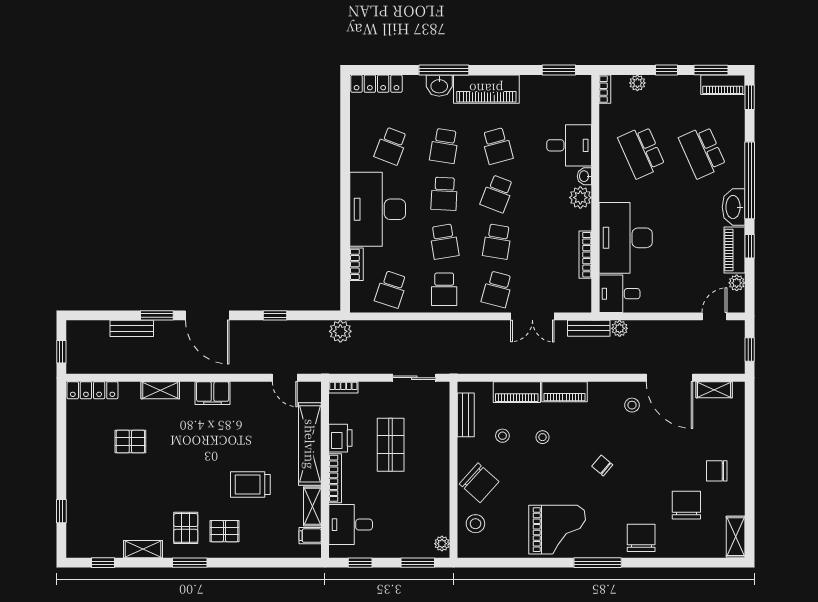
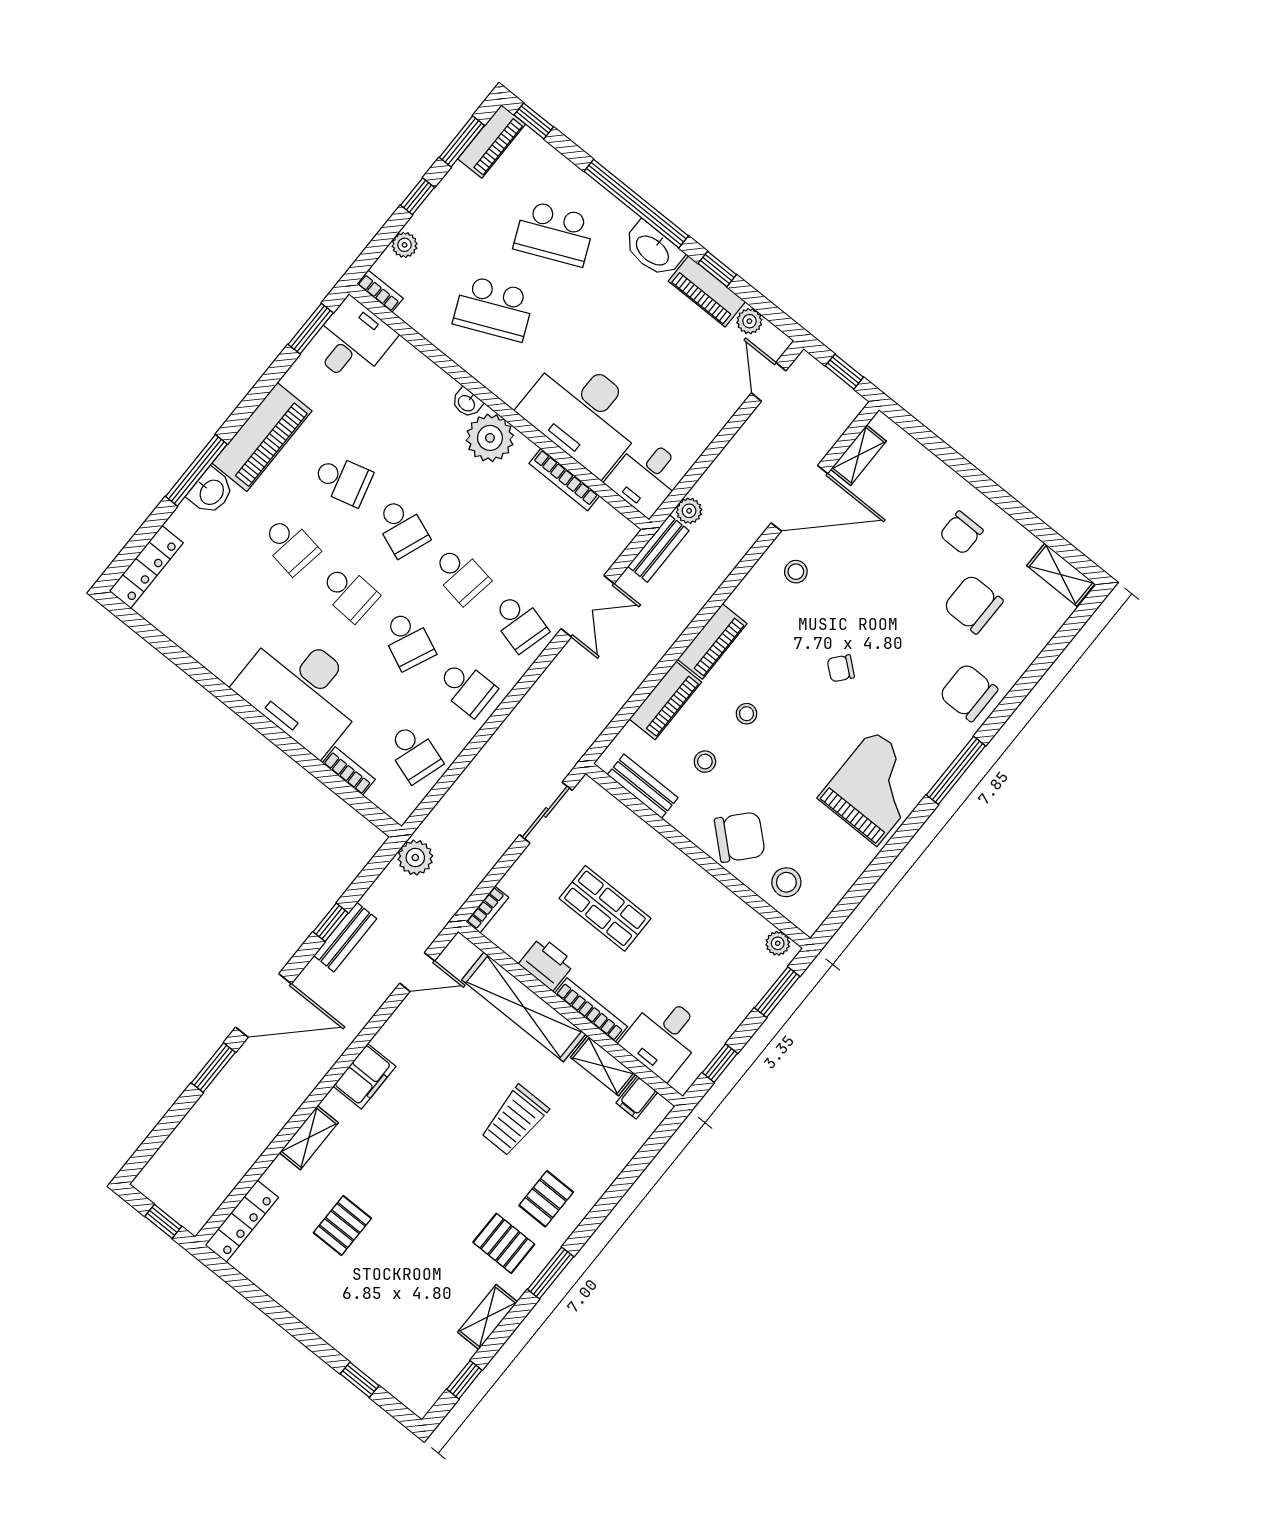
desk: (569, 145) -> (352, 341), moved
school desk: (391, 146) -> (237, 611), removed
plant: (580, 198) -> (490, 438), width x1.36, depth x1.36
school desk: (444, 241) -> (408, 640), turned 33
bench: (132, 328) -> (345, 937), moved

